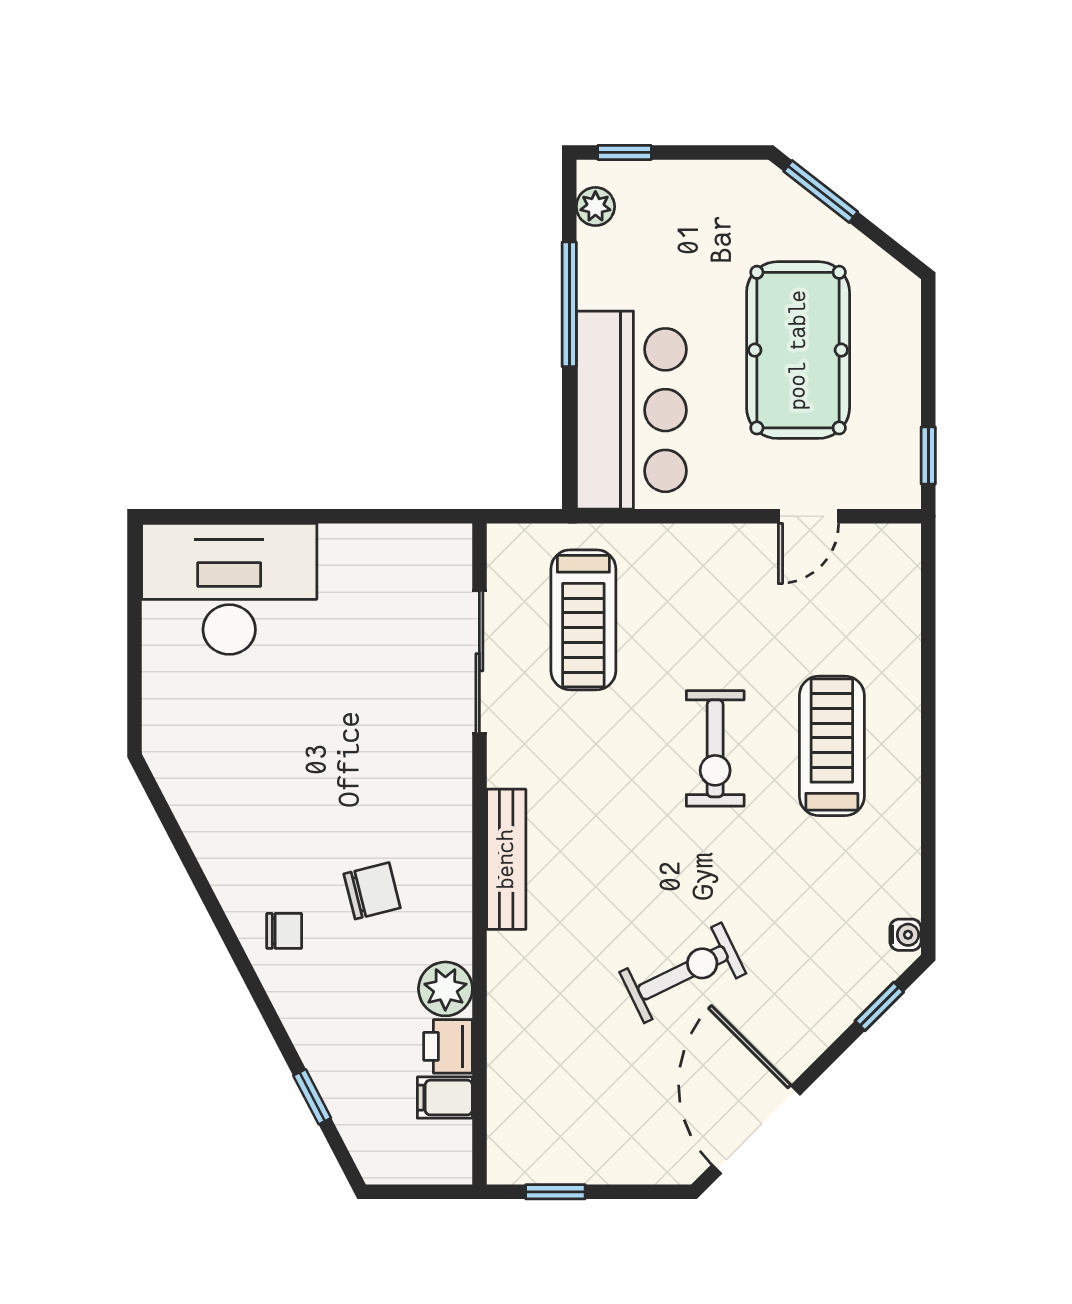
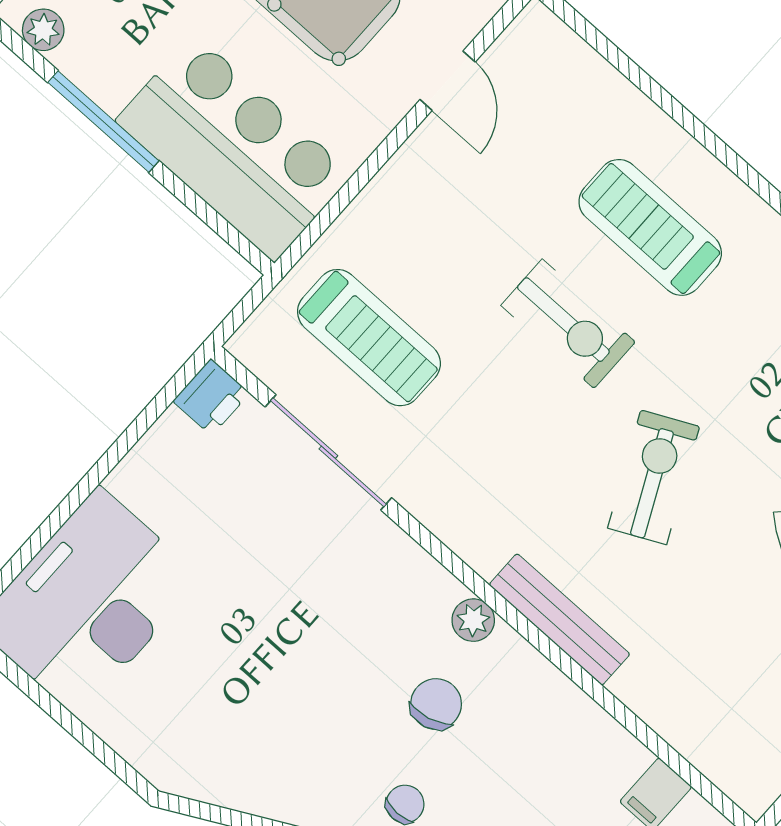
bench: (506, 859) -> (559, 619), moved
exercise bike: (683, 973) -> (654, 477), moved
plant: (445, 989) -> (473, 620), moved, width x0.73, depth x0.73
printer: (448, 1046) -> (211, 397), moved, turned -90

